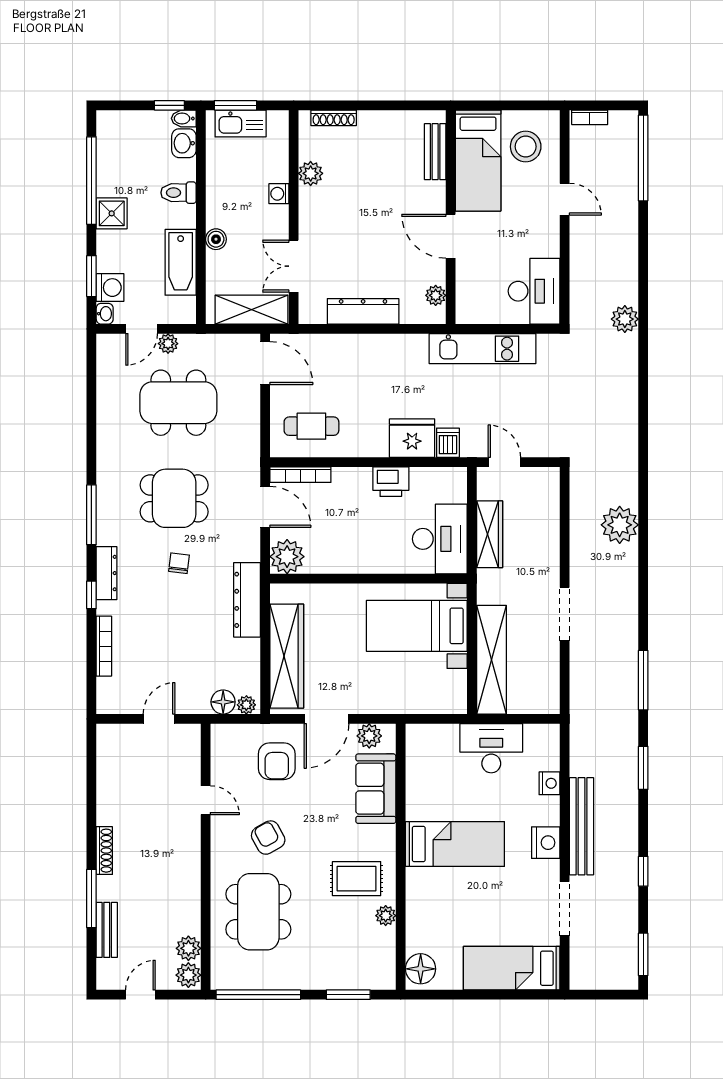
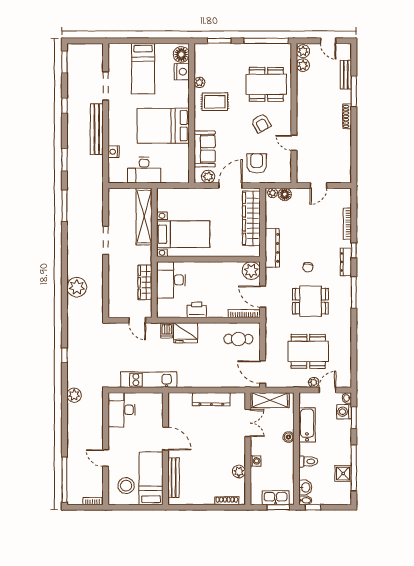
bench: (435, 152) -> (174, 478), width x1.36
shower: (112, 213) -> (343, 473), moved
plant: (436, 295) -> (173, 408), removed
window: (643, 395) -> (64, 355), added
nightstand: (546, 843) -> (182, 72), moved, turned 180
bed: (455, 844) -> (163, 126), width x1.50
dining table: (258, 912) -> (266, 84), turned 90
bed: (512, 968) -> (143, 69), moved, turned 90
door: (140, 995) -> (328, 41), hinge flipped

